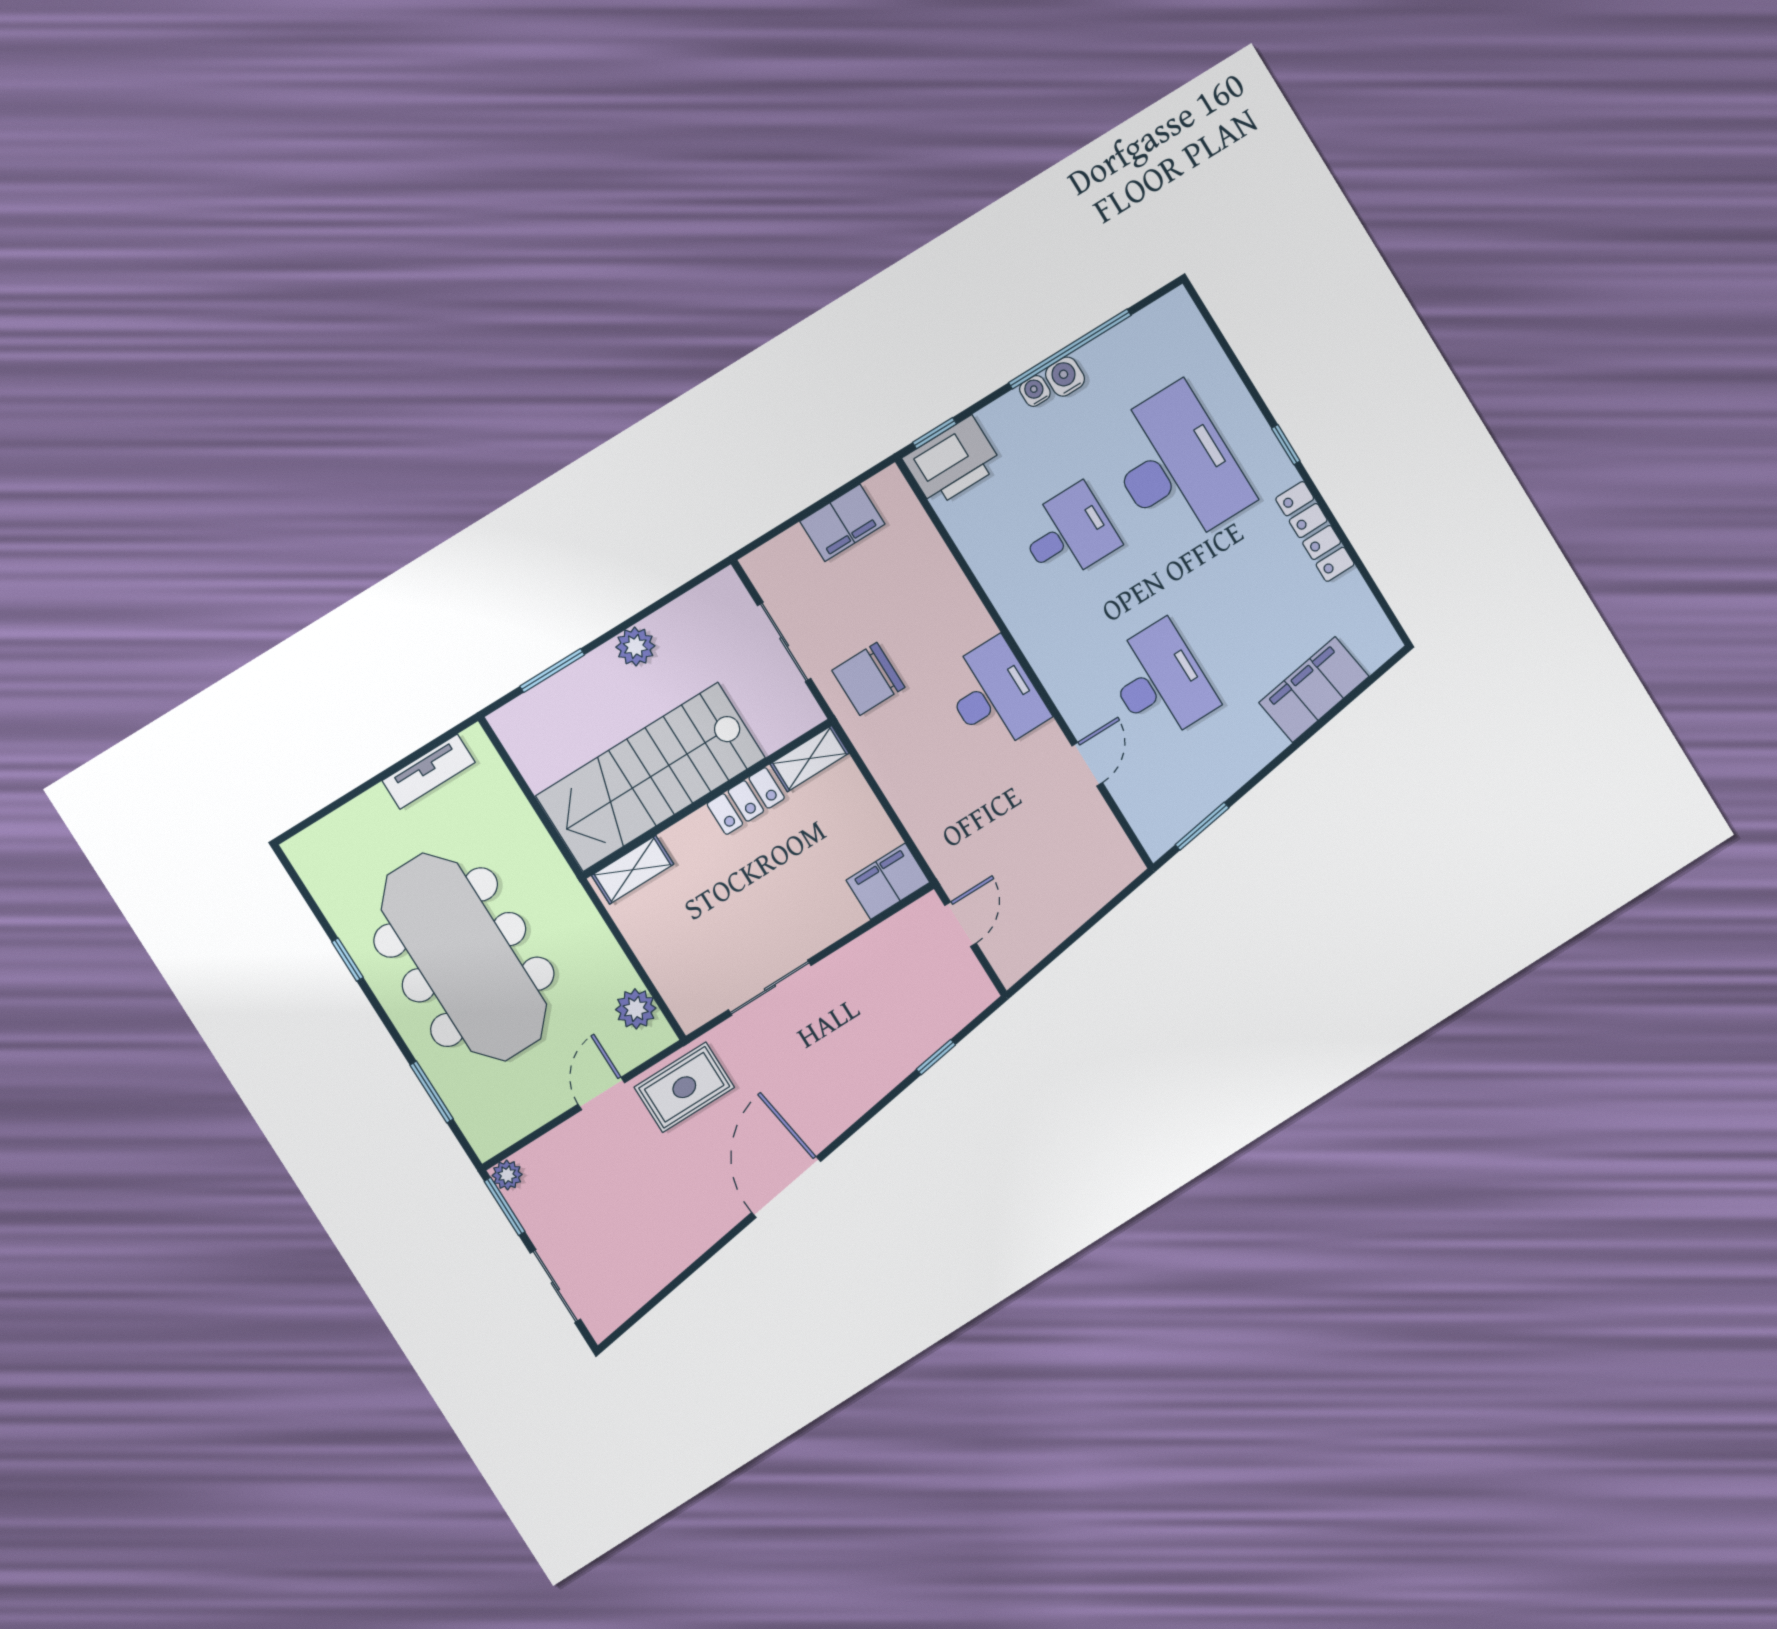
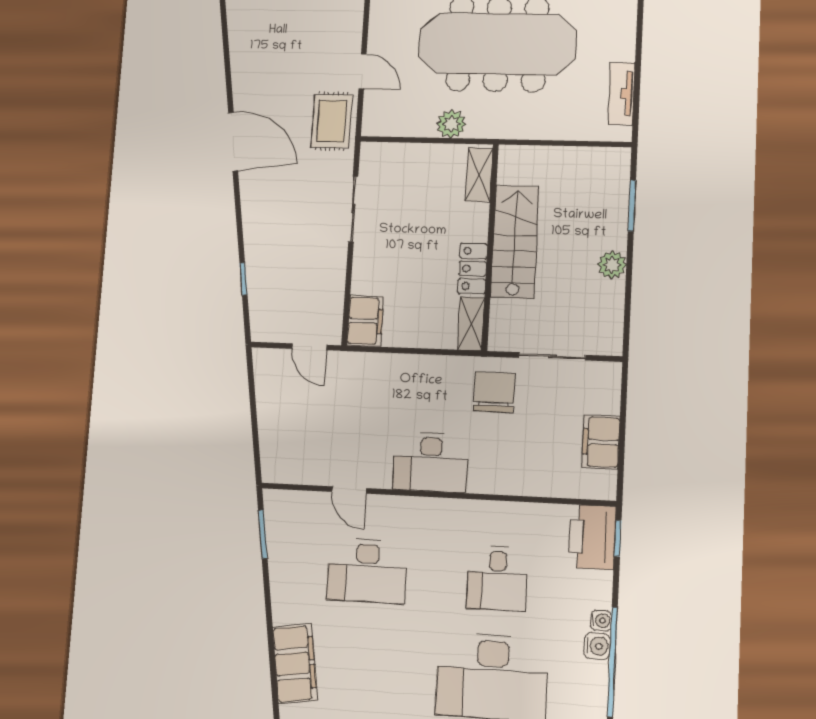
stairs: (651, 777) -> (515, 242), width x0.73, depth x0.66
plant: (636, 1009) -> (451, 124), moved

